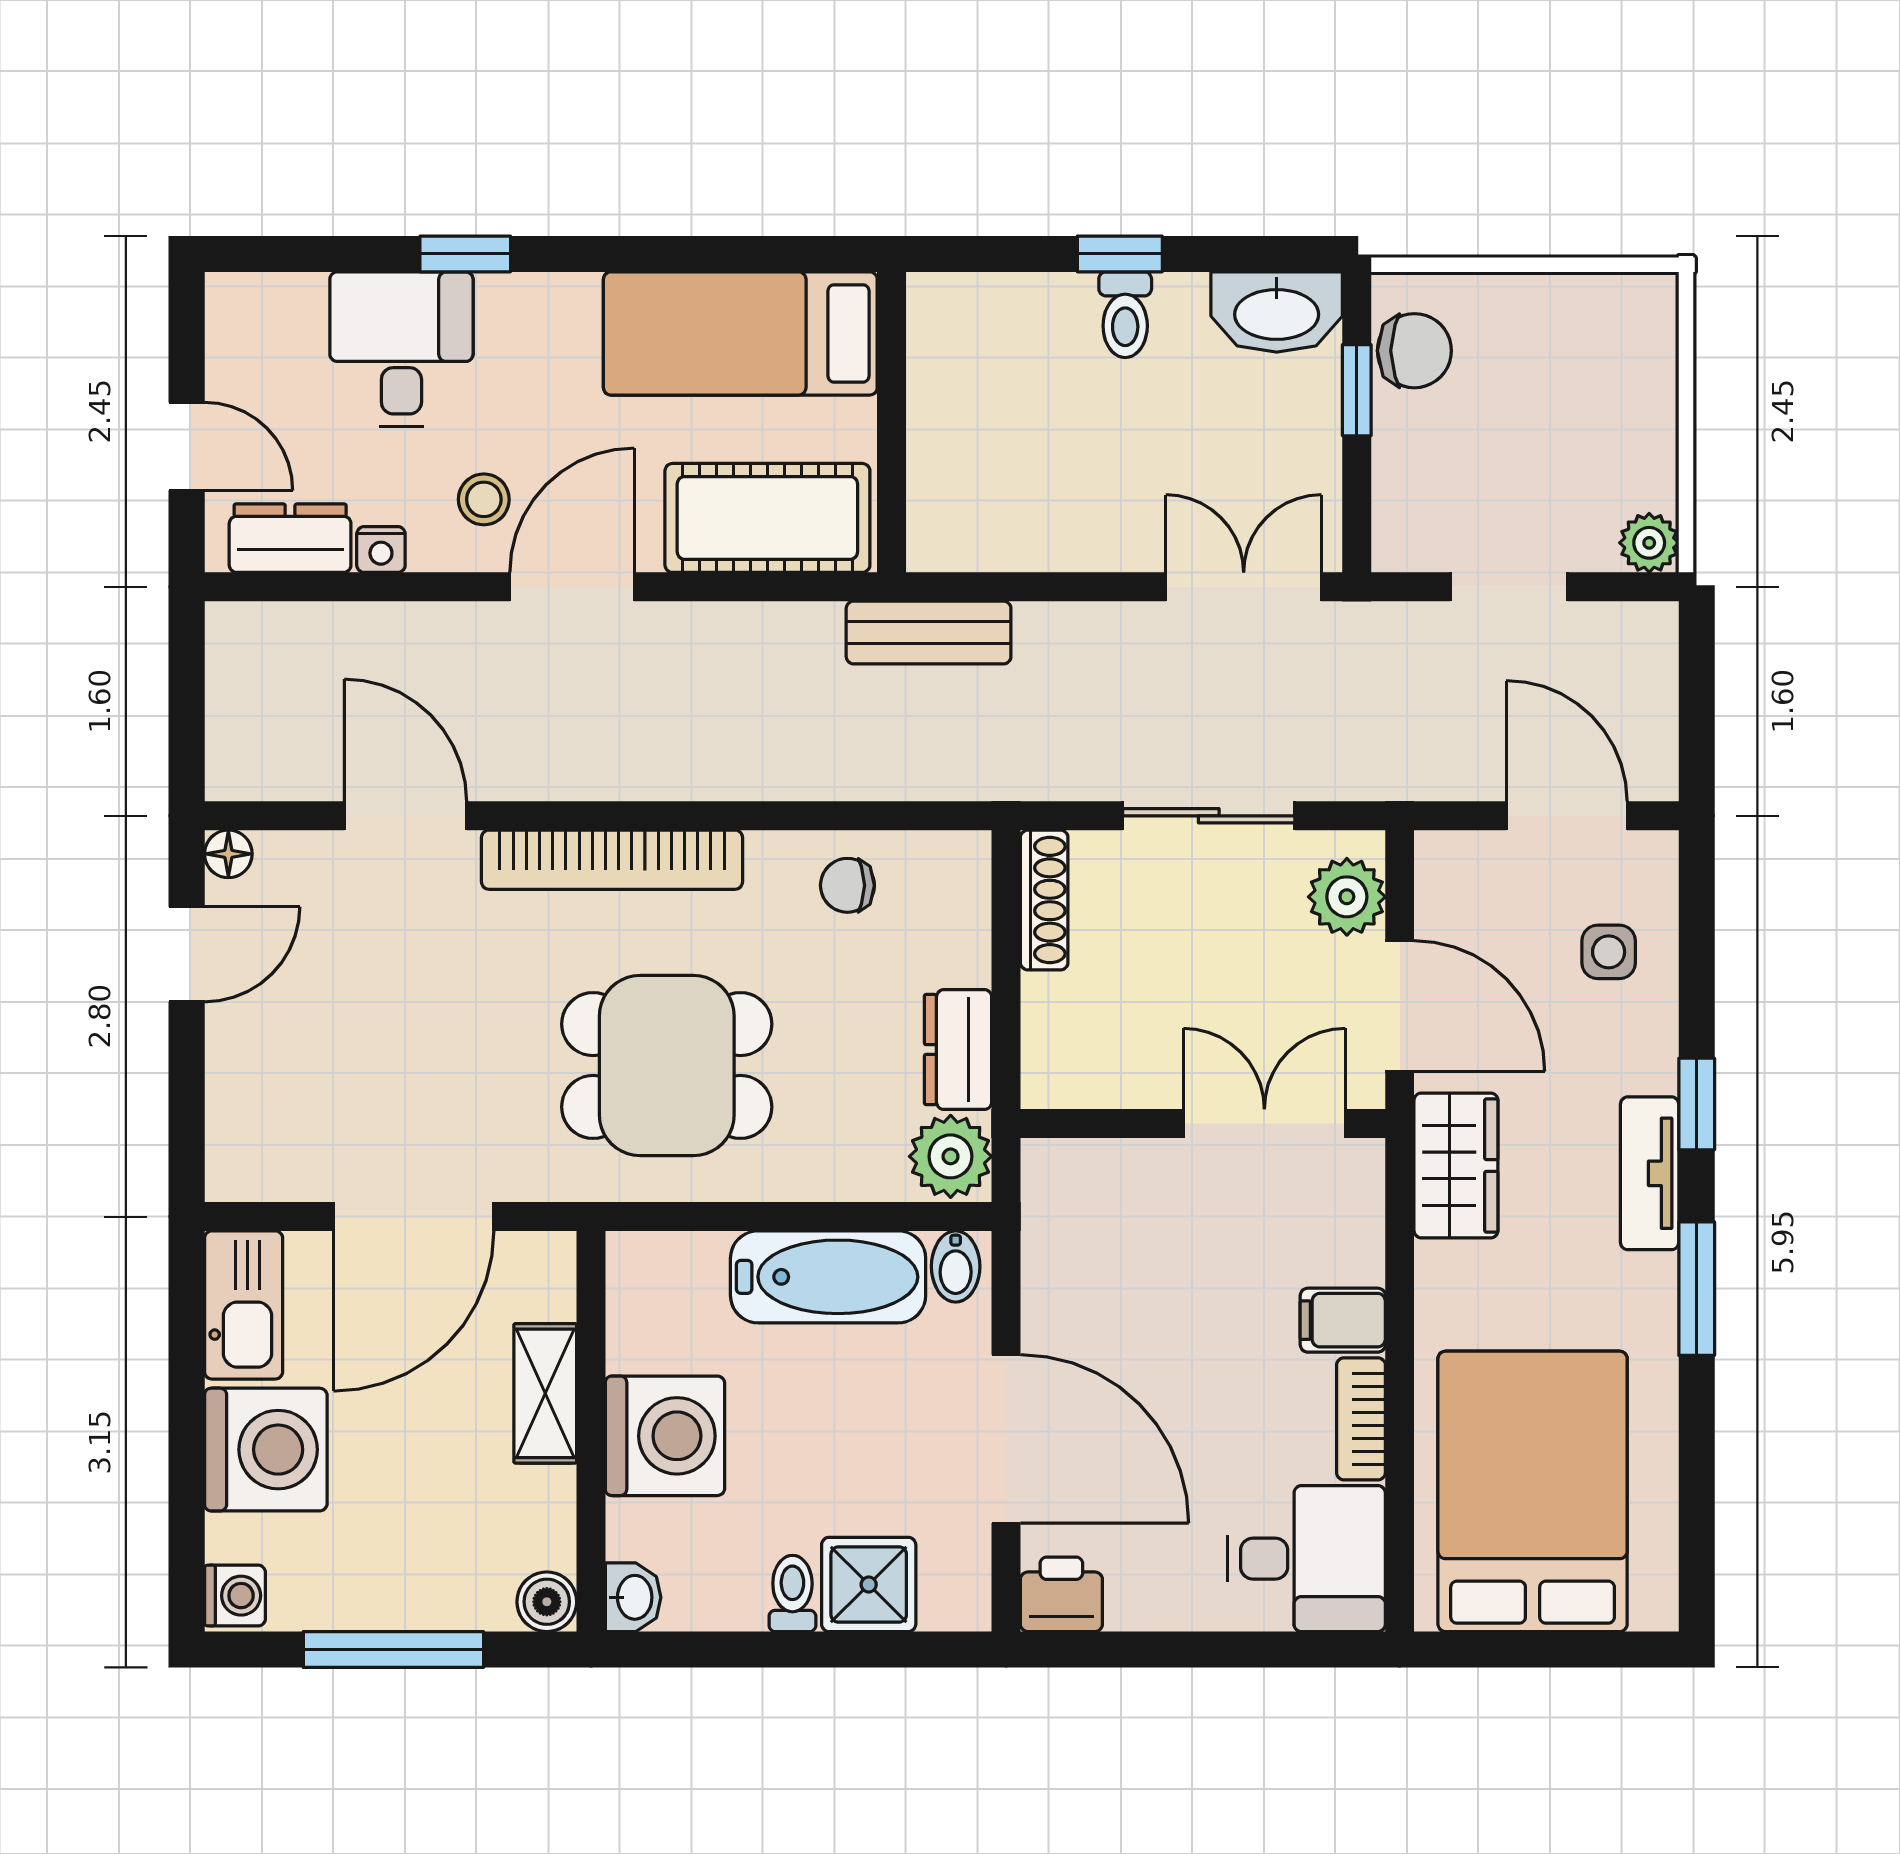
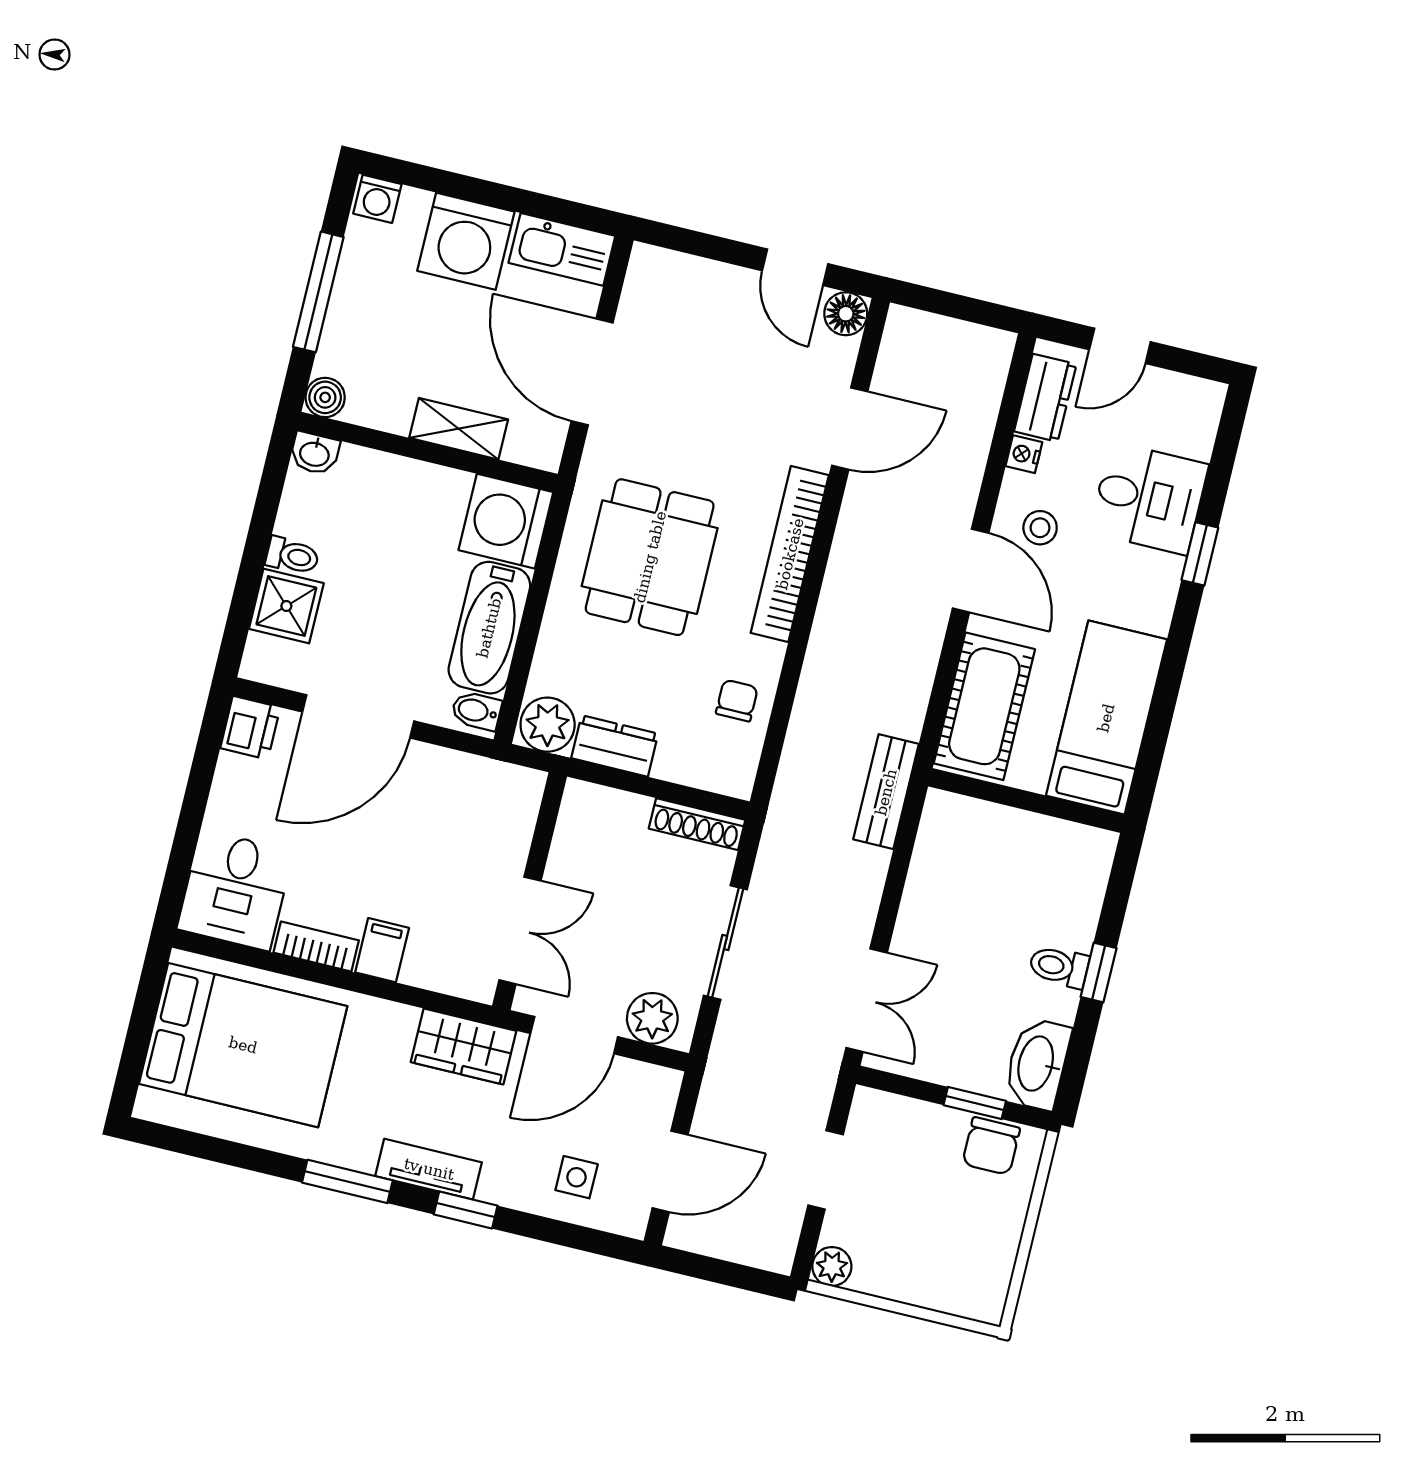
floor lamp: (228, 854) -> (846, 314), width x1.37, depth x1.37
washing machine: (665, 1436) -> (506, 521), moved, turned 90

